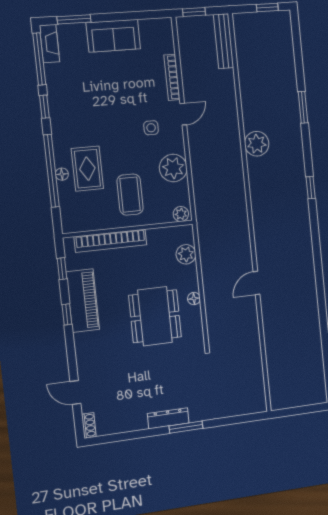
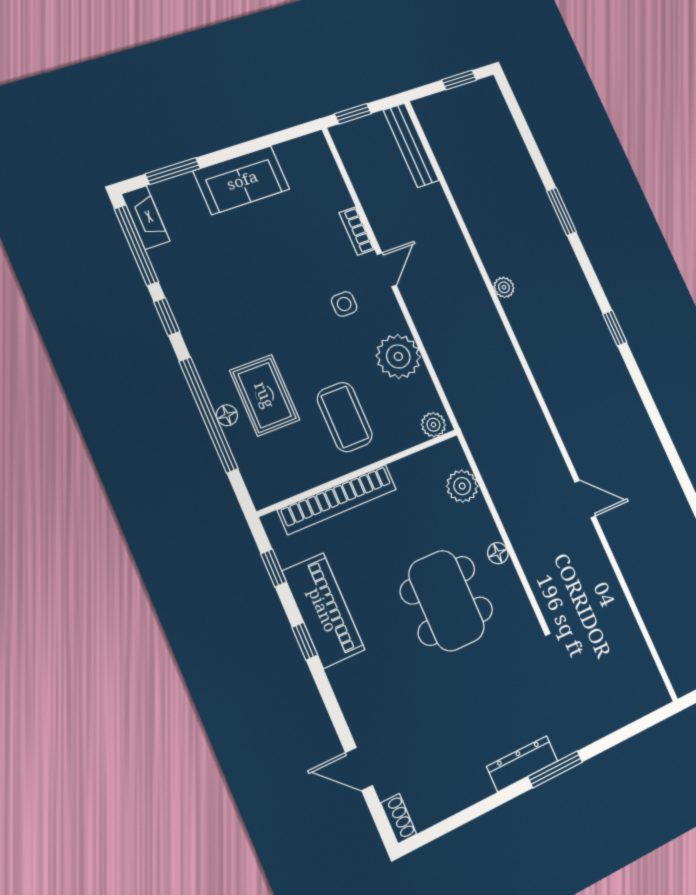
bookcase: (172, 77) -> (357, 231), width x0.64
plant: (257, 144) -> (504, 287), width x0.53, depth x0.53
door: (256, 283) -> (585, 499), swing flipped

